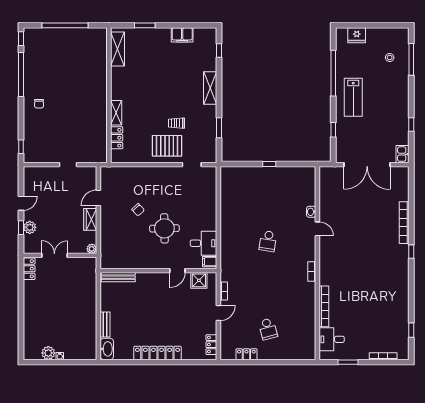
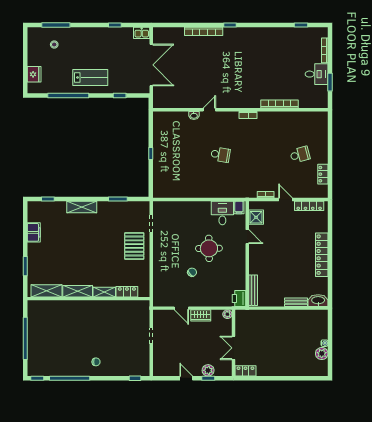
shelving: (117, 83) -> (78, 291), added
trolley: (177, 123) -> (114, 237), removed
printer: (109, 262) -> (239, 298), added
desk: (332, 339) -> (317, 74), moved, turned -90
locker: (211, 345) -> (309, 206), width x1.53

